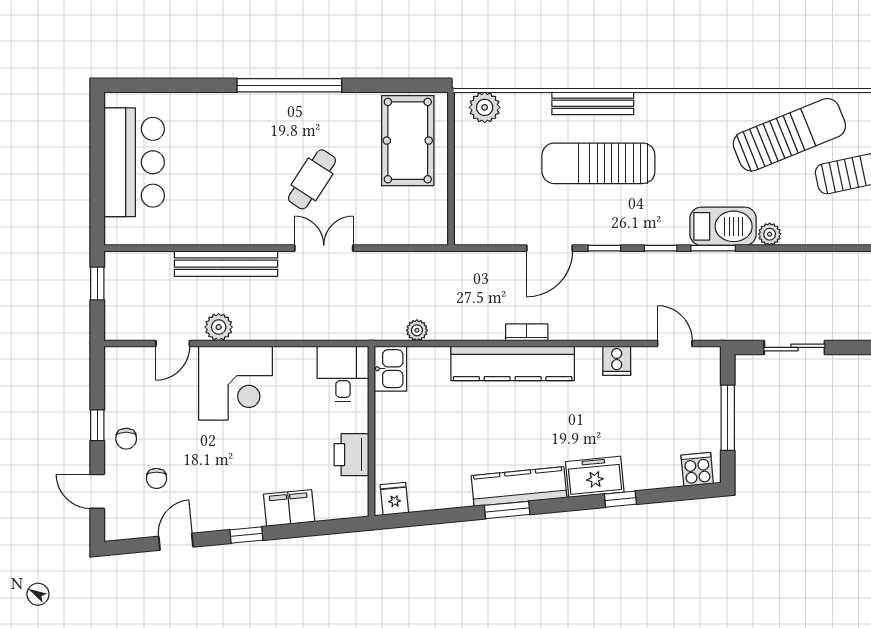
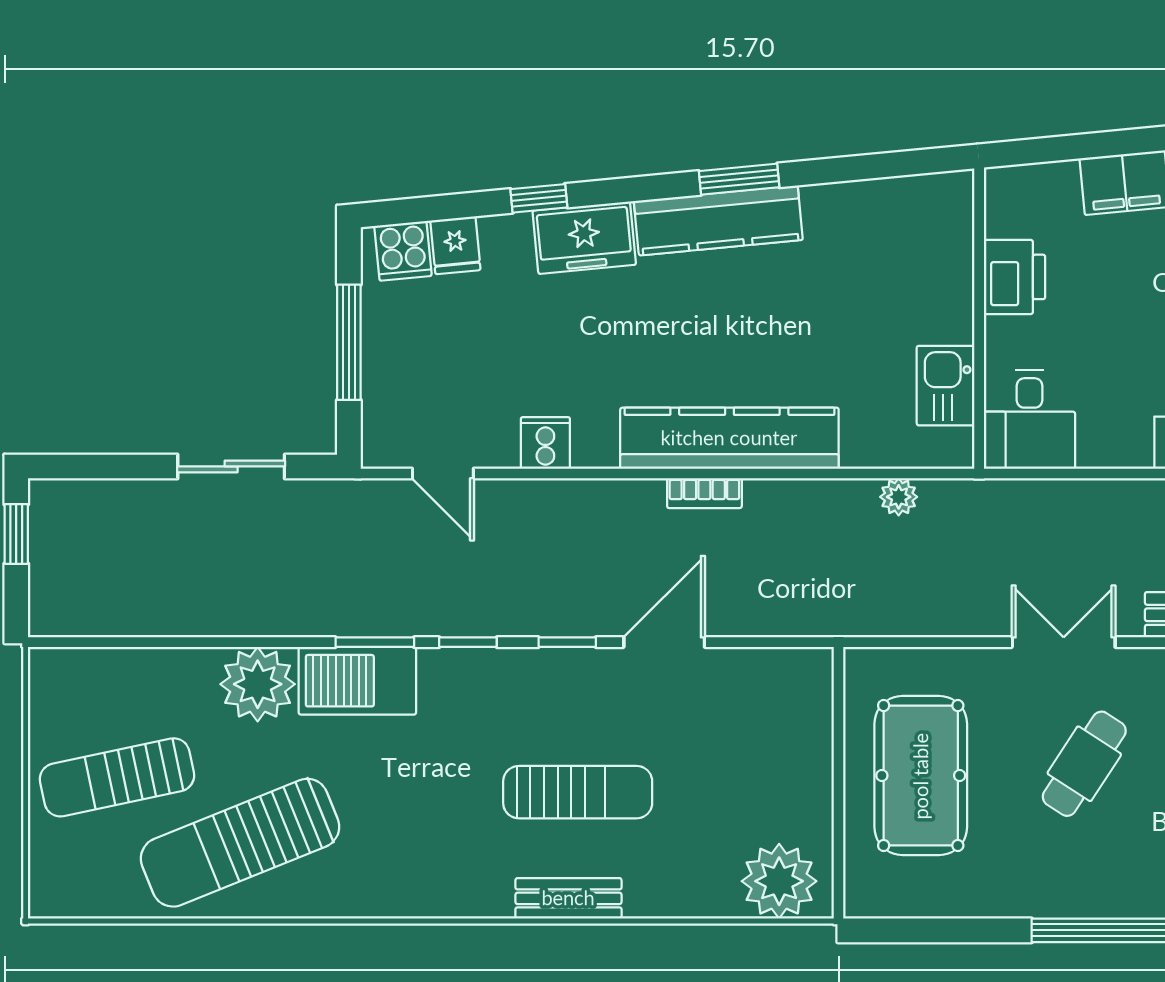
bench: (593, 103) -> (568, 898), width x0.73
plant: (485, 107) -> (779, 881), width x1.36, depth x1.36
pool table: (408, 141) -> (921, 776), moved
sun lounger: (598, 163) -> (578, 792), width x0.73, depth x0.75
plant: (770, 234) -> (258, 684), width x1.87, depth x1.87
double door: (324, 248) -> (1064, 642), swing flipped
kitchen sink: (390, 369) -> (946, 386), moved
fridge: (394, 499) -> (455, 245), moved

